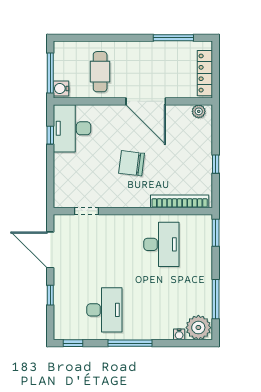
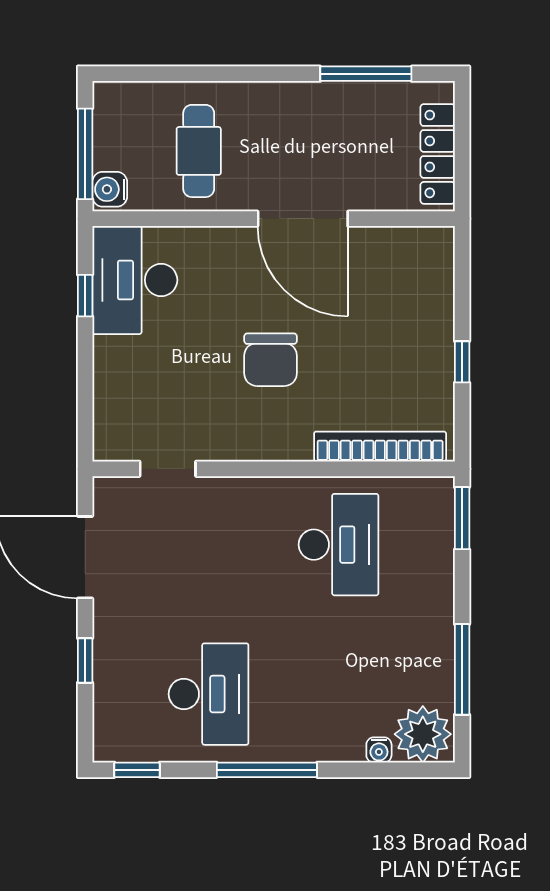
plant: (199, 111) -> (424, 241), removed
chair: (132, 163) -> (271, 360), turned -97

